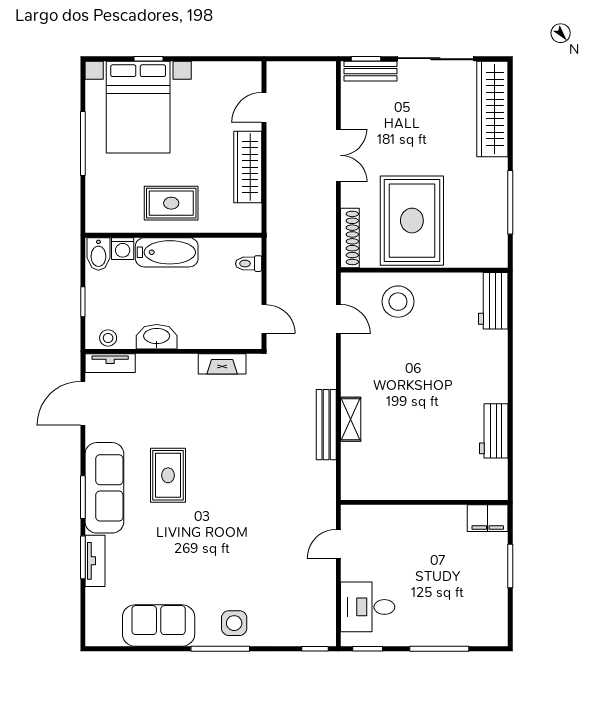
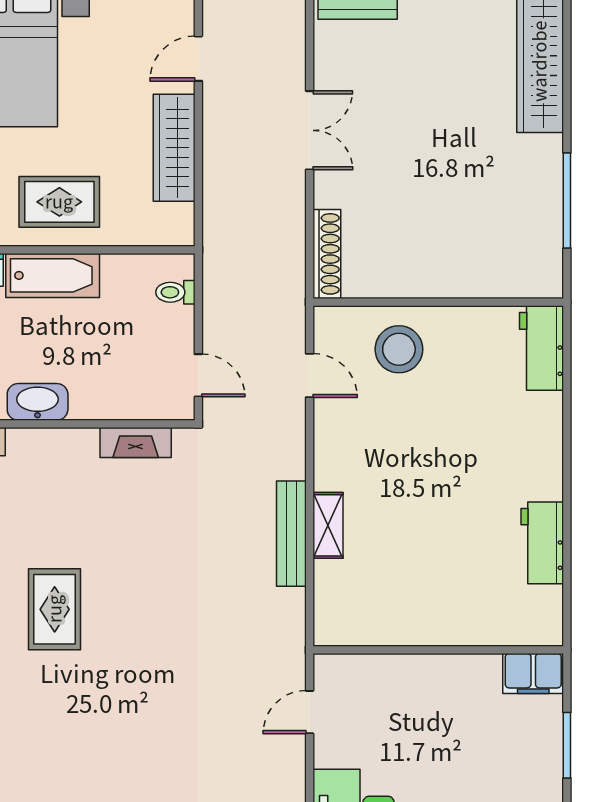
rug: (412, 221) -> (420, 228), removed

